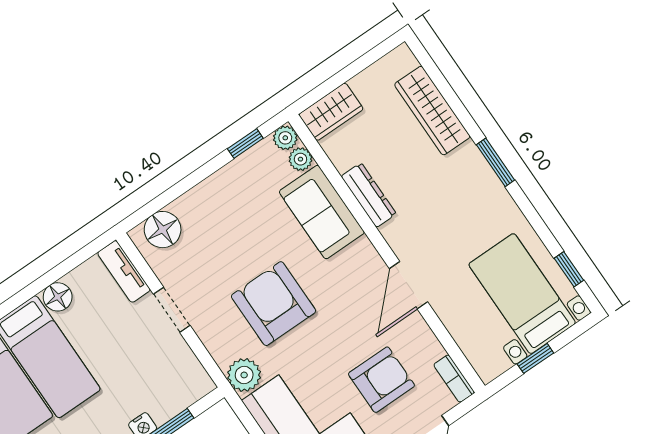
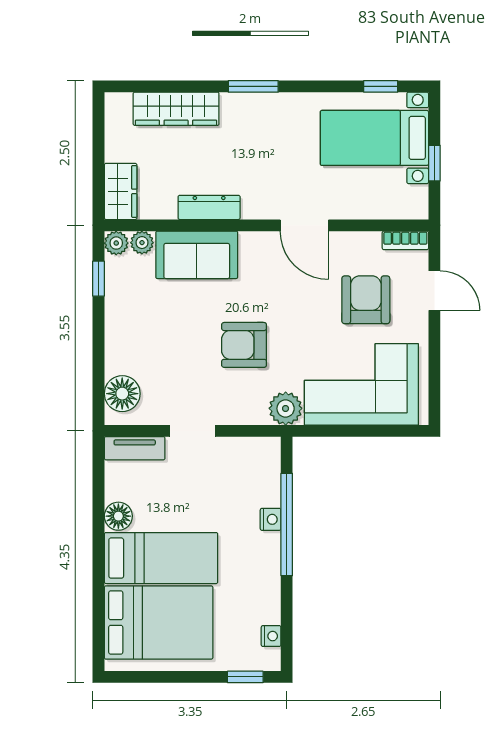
armchair: (274, 304) -> (244, 345), width x0.73, depth x0.73

